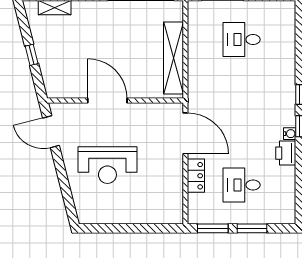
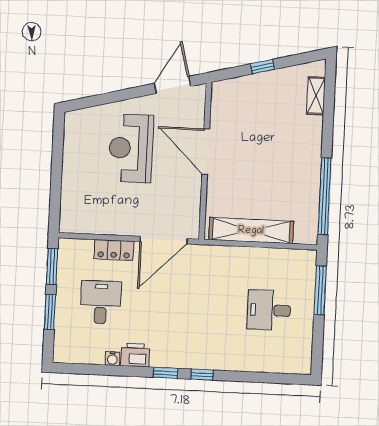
desk: (242, 40) -> (269, 310), turned -90
door: (107, 100) -> (206, 152), swing flipped
water cooler: (290, 134) -> (112, 359), moved

